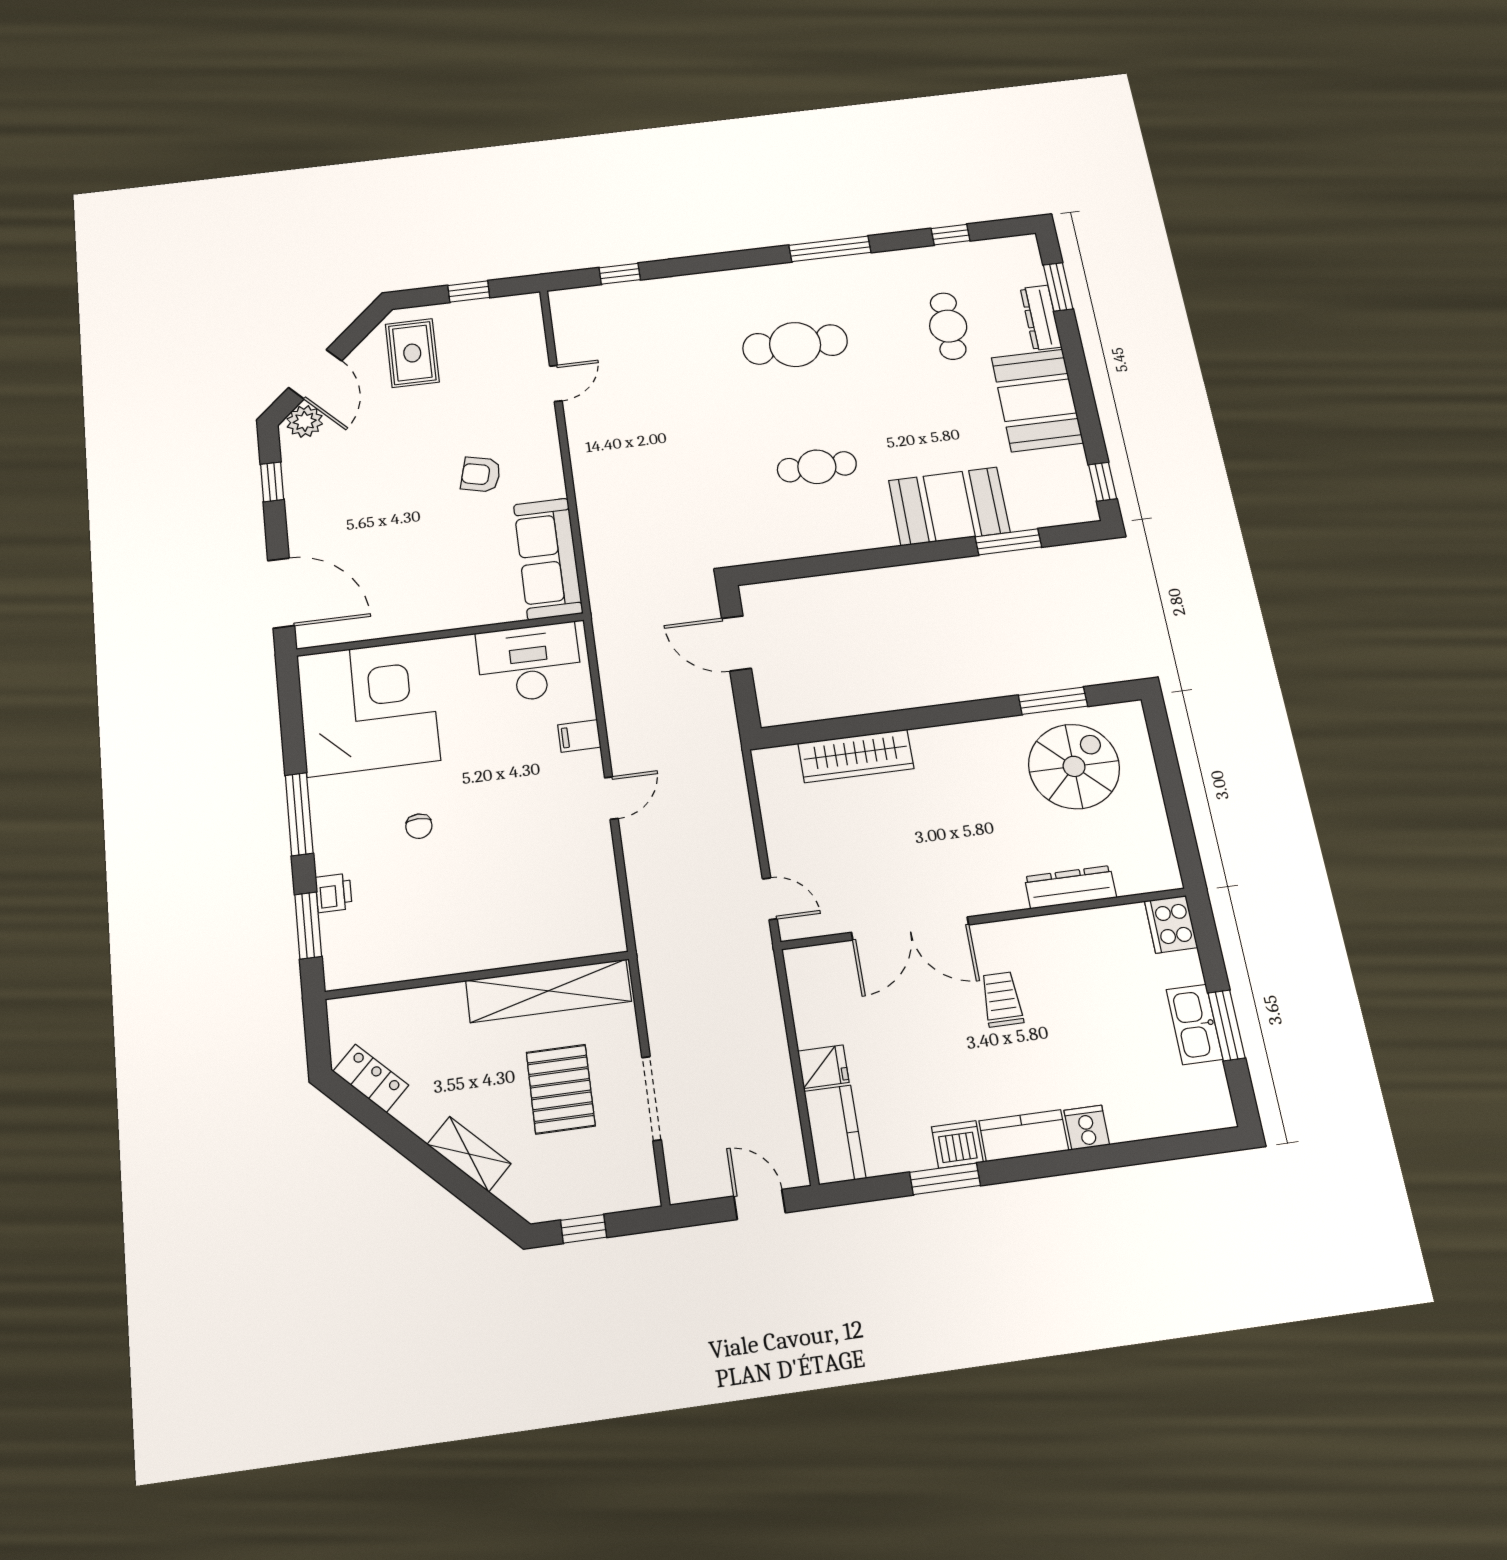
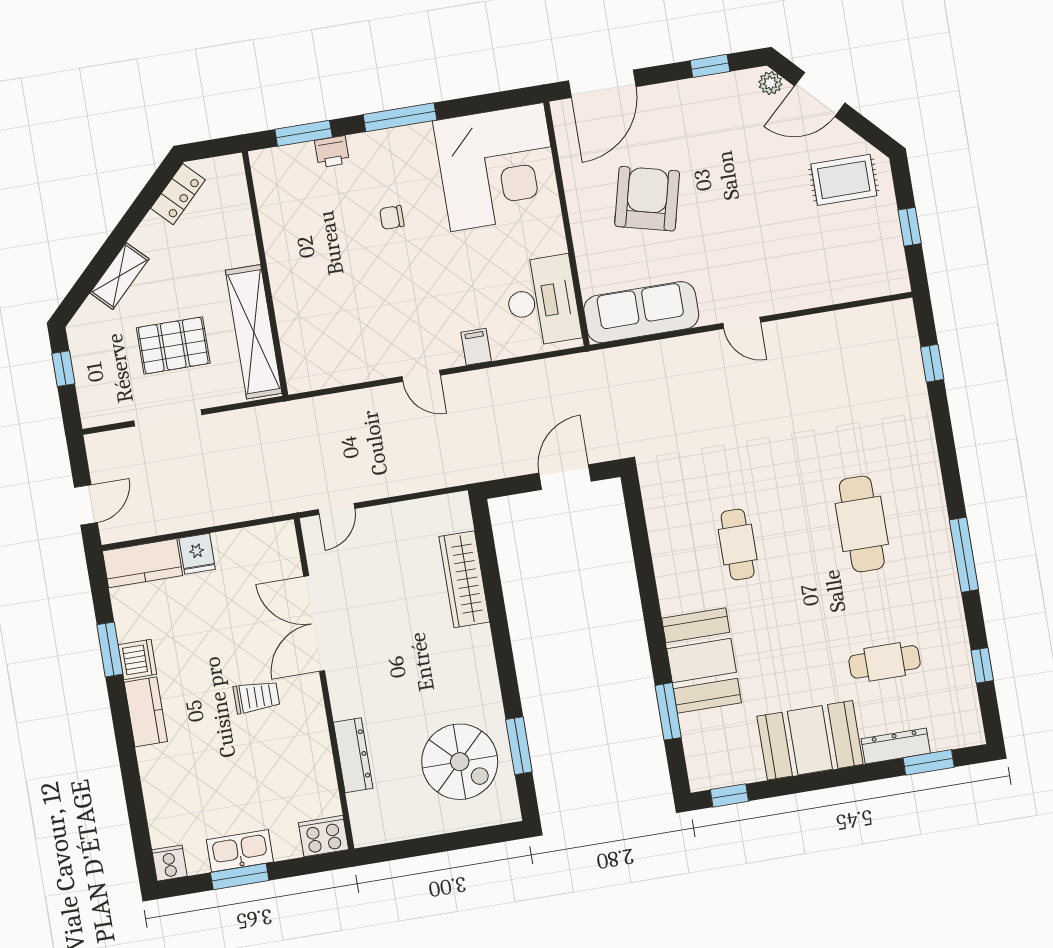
door: (556, 383) -> (742, 323), moved
plant: (305, 421) -> (770, 83), width x0.73, depth x0.73
armchair: (481, 475) -> (647, 199), moved, width x1.88, depth x1.88
cooker: (1087, 1128) -> (170, 863), moved, turned -90

